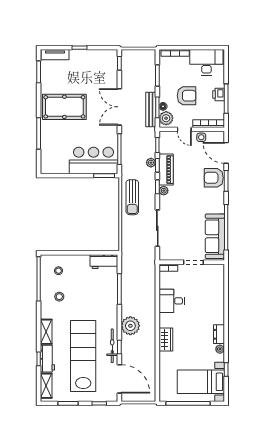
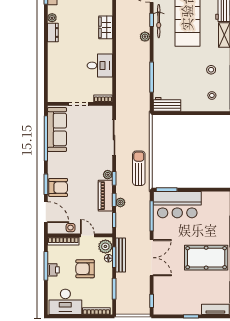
plant: (130, 326) -> (145, 37), width x0.53, depth x0.53

